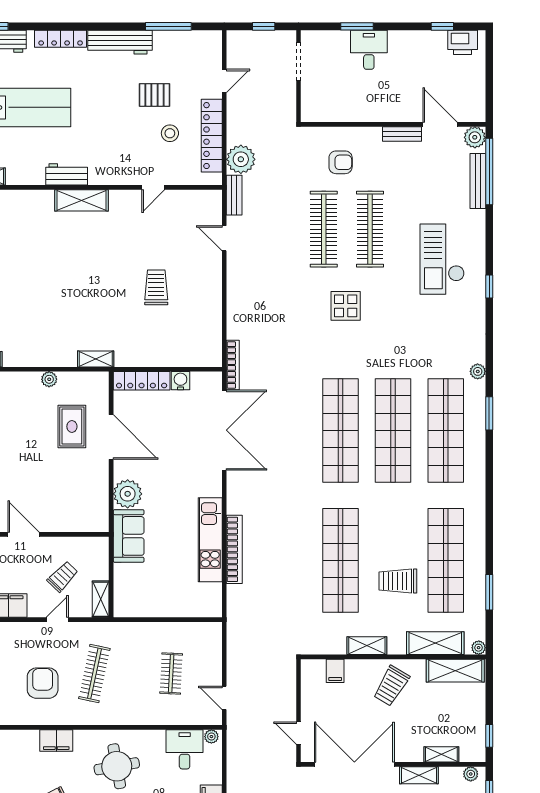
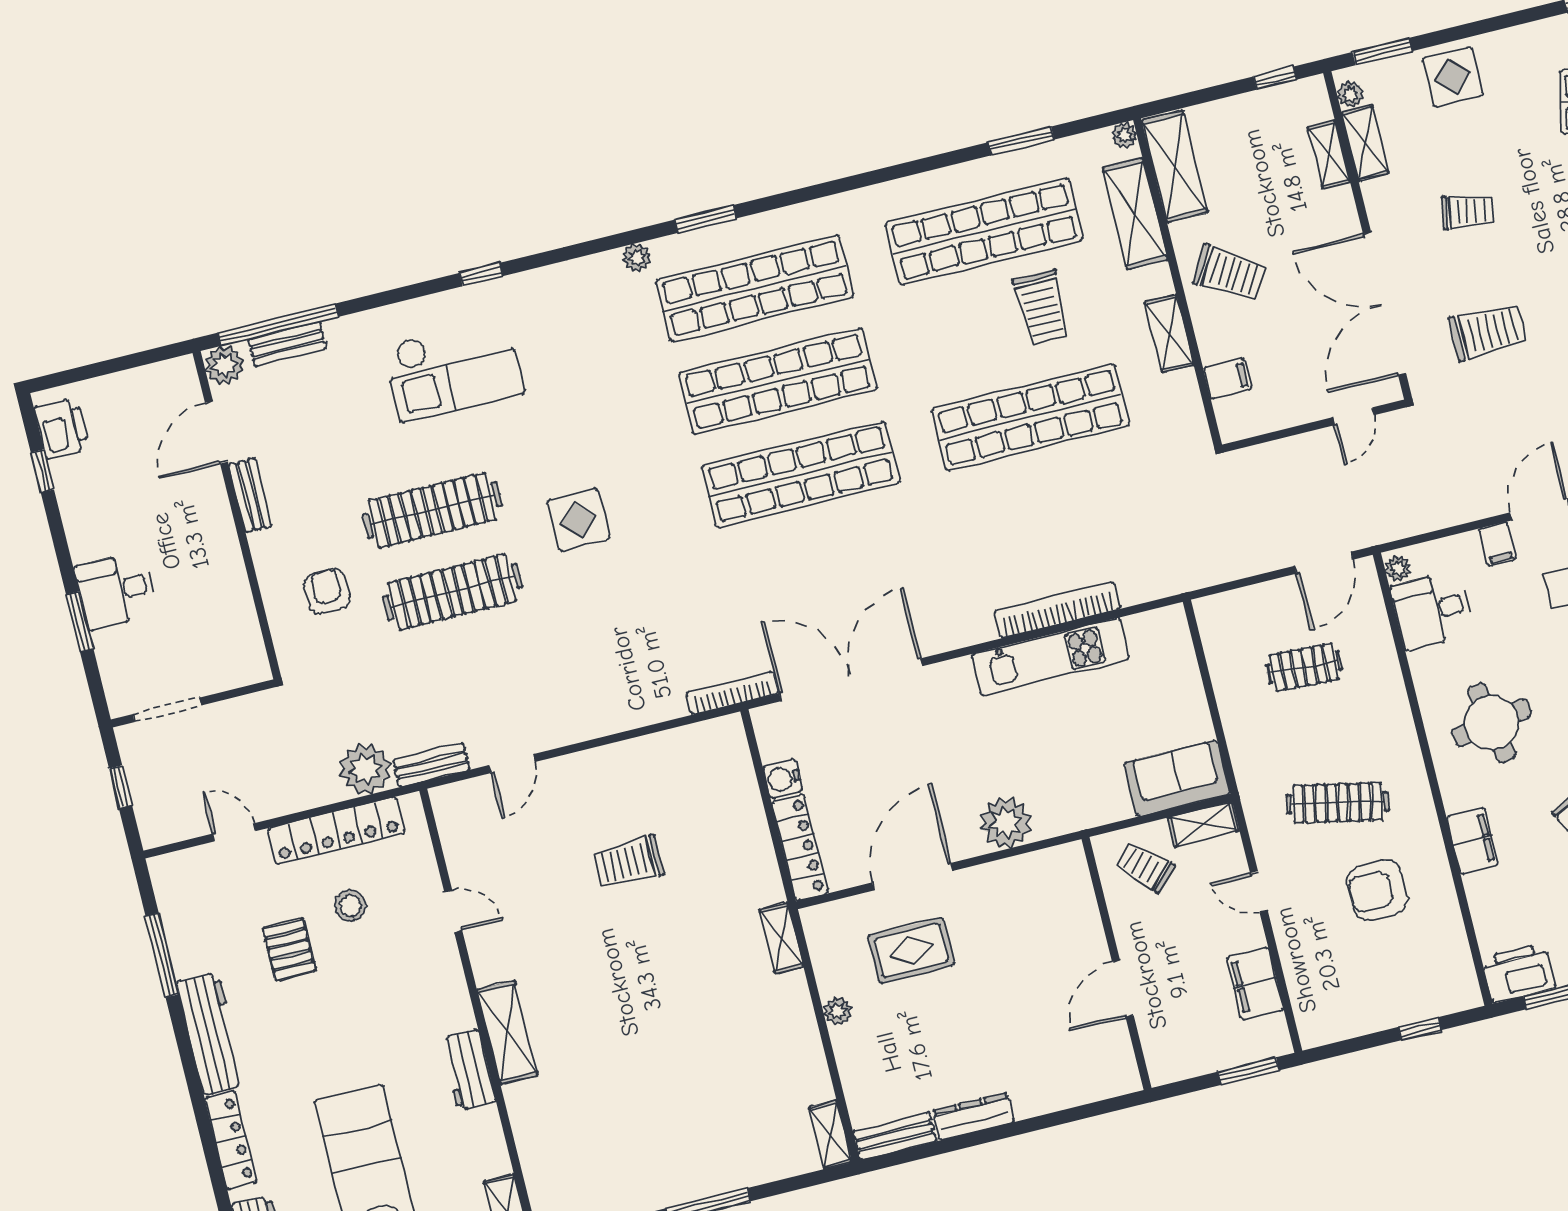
bench: (478, 181) -> (287, 344), width x0.73
sofa: (129, 536) -> (1177, 778), moved
trolley: (63, 577) -> (1144, 866), moved
door: (224, 698) -> (1324, 563), width x1.38
shelving: (419, 775) -> (1365, 143), moved

